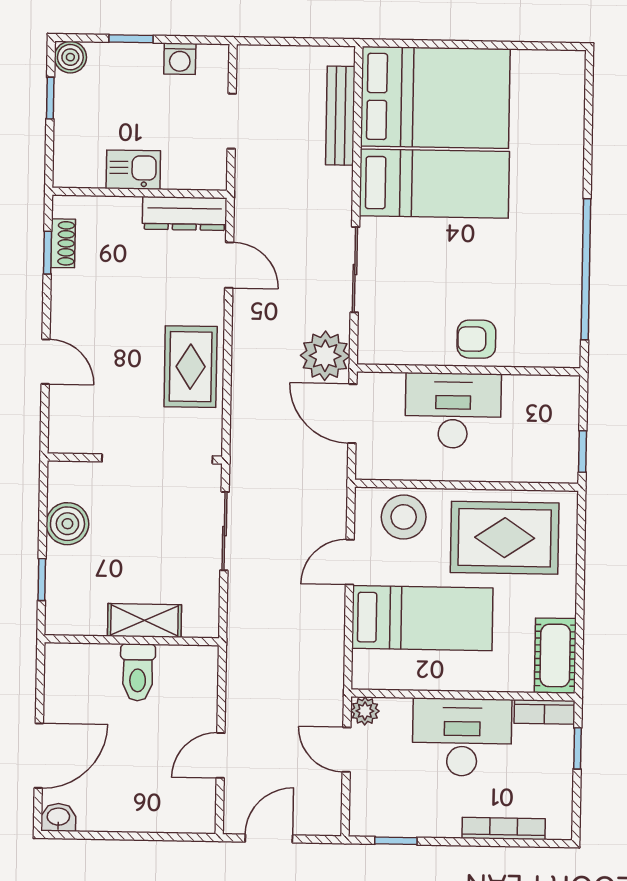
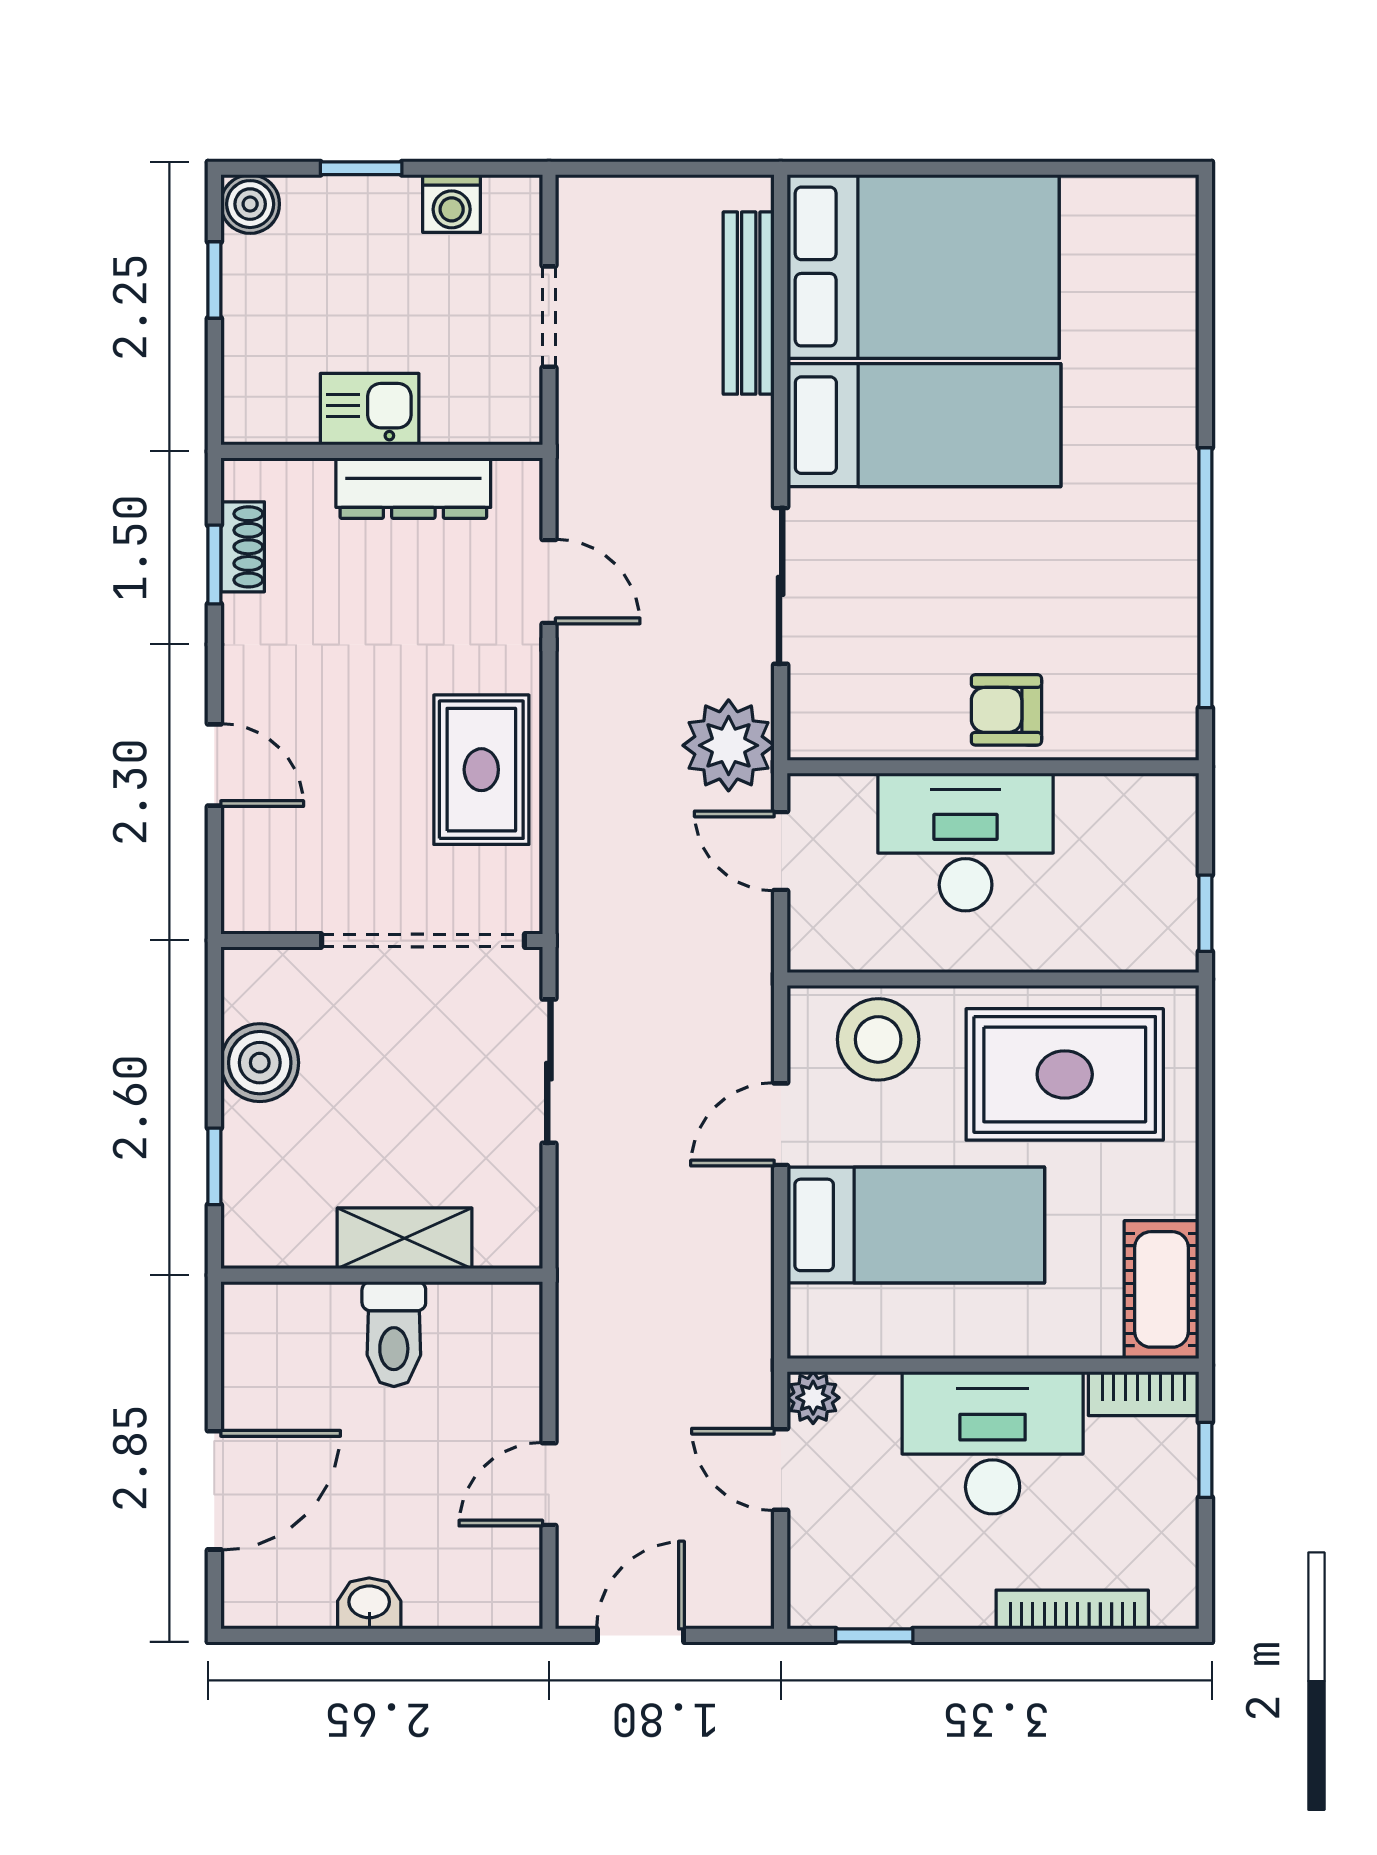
dresser: (184, 213) -> (413, 488), moved
door: (352, 414) -> (781, 851), width x0.73
washbasin: (58, 817) -> (369, 1603), moved

